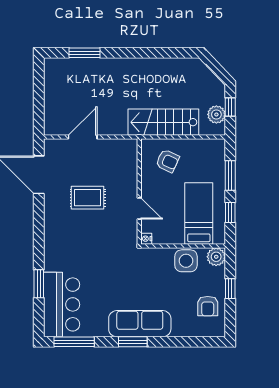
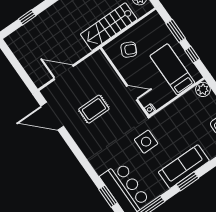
window: (85, 53) -> (27, 17), width x0.67
door: (83, 137) -> (64, 72), hinge flipped
side table: (186, 261) -> (146, 142), moved
window: (39, 284) -> (108, 196), moved

